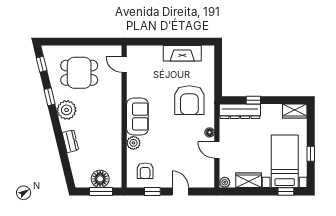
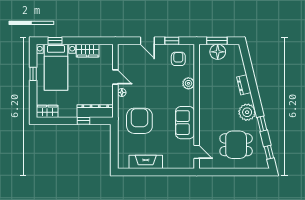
sofa: (137, 117) -> (185, 123), moved
plant: (225, 182) -> (109, 49), removed

